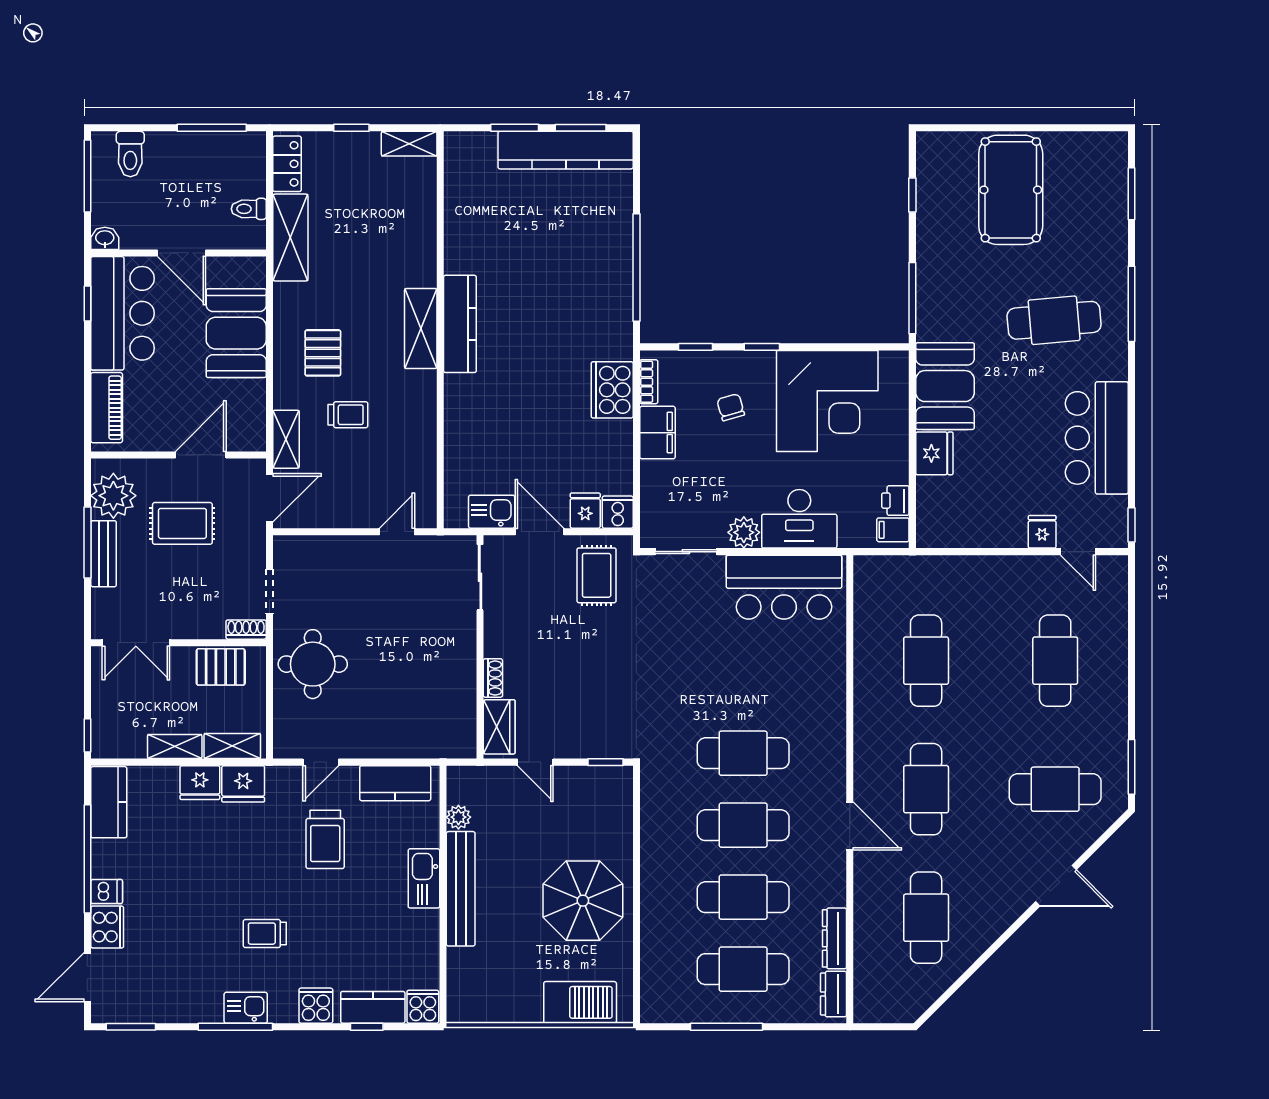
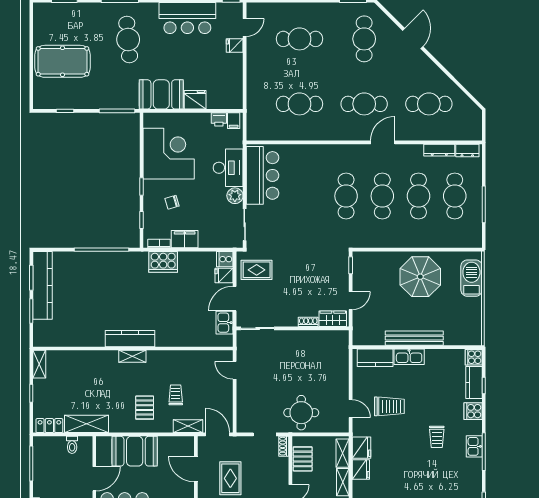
shelving: (421, 329) -> (132, 356), width x0.67, depth x0.75
pallet: (323, 353) -> (145, 408), turned 90
kitchen counter: (395, 783) -> (375, 358), moved, turned 90
plant: (458, 817) -> (378, 339), removed

